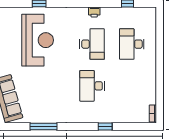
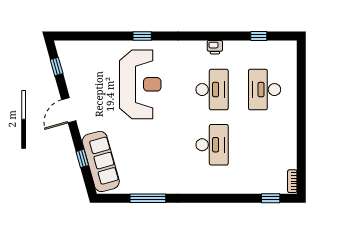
desk: (92, 86) -> (212, 145), turned 180
window: (105, 126) -> (271, 198), moved

